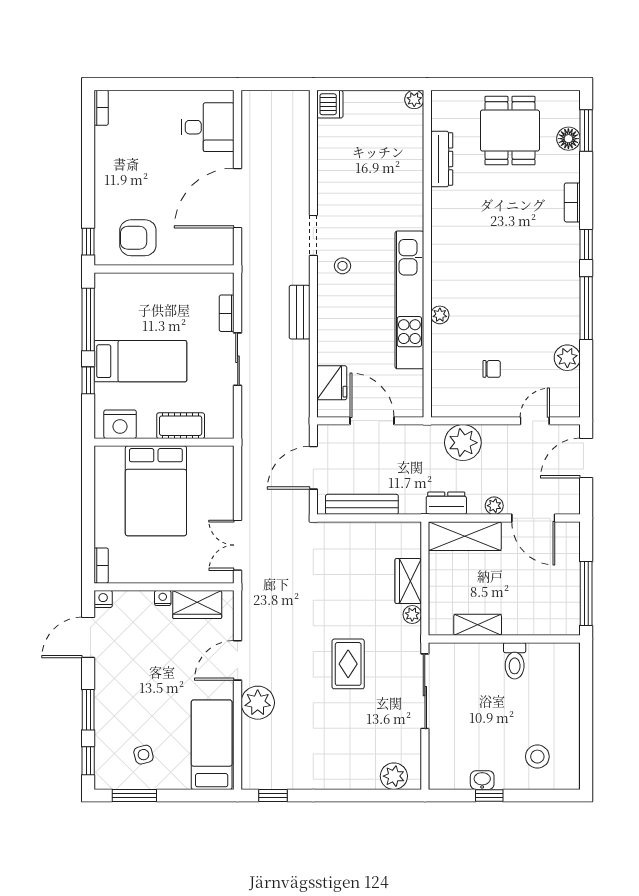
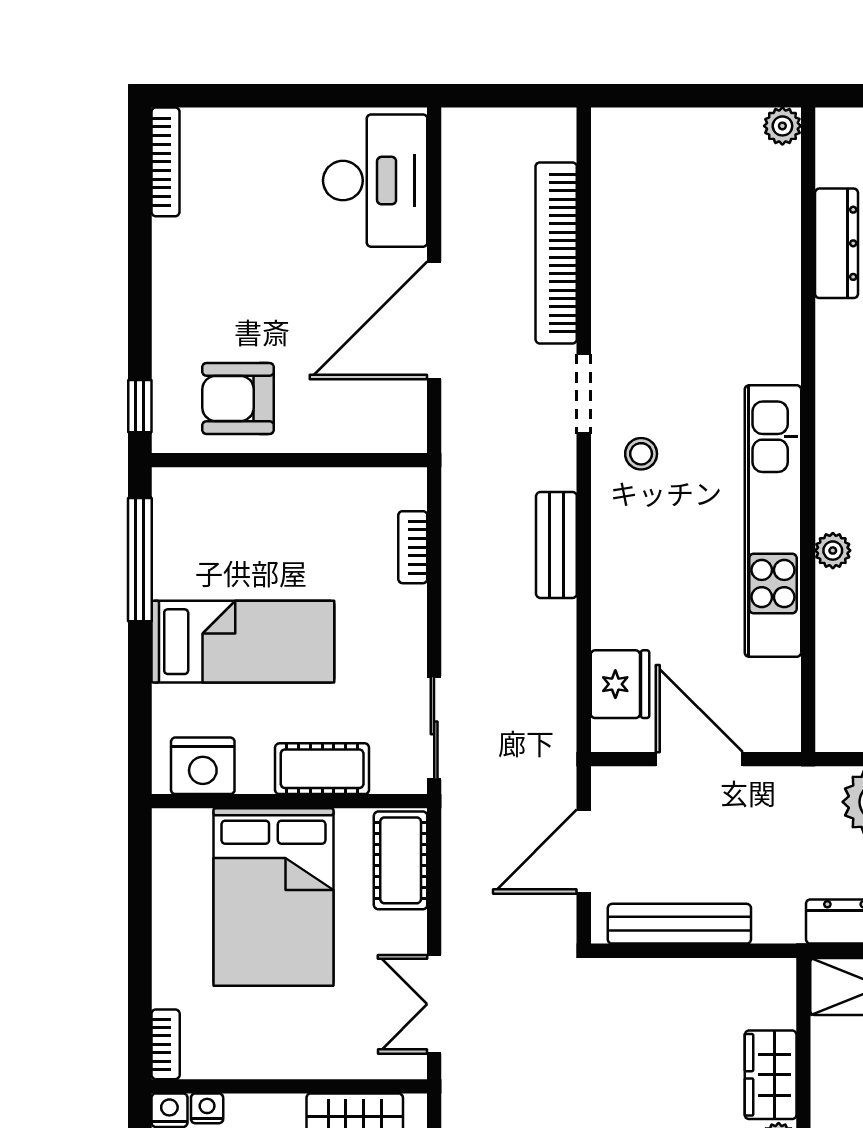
dishwasher: (330, 104) -> (616, 135), removed
bookcase: (101, 108) -> (165, 162), width x1.56
desk: (208, 127) -> (375, 181), width x1.37
bookcase: (299, 164) -> (556, 253), added
sliding door: (238, 359) -> (434, 728), moved
window: (88, 380) -> (140, 680), removed
cot: (220, 472) -> (401, 860), added
nightstand: (163, 598) -> (207, 1108), moved

